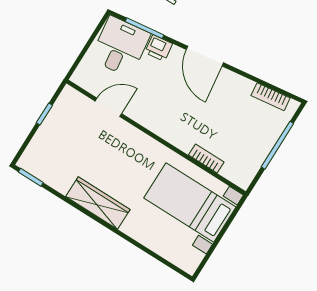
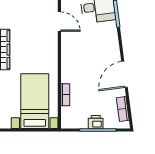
printer: (159, 48) -> (96, 122), moved, turned 97
door: (205, 56) -> (125, 74), moved

